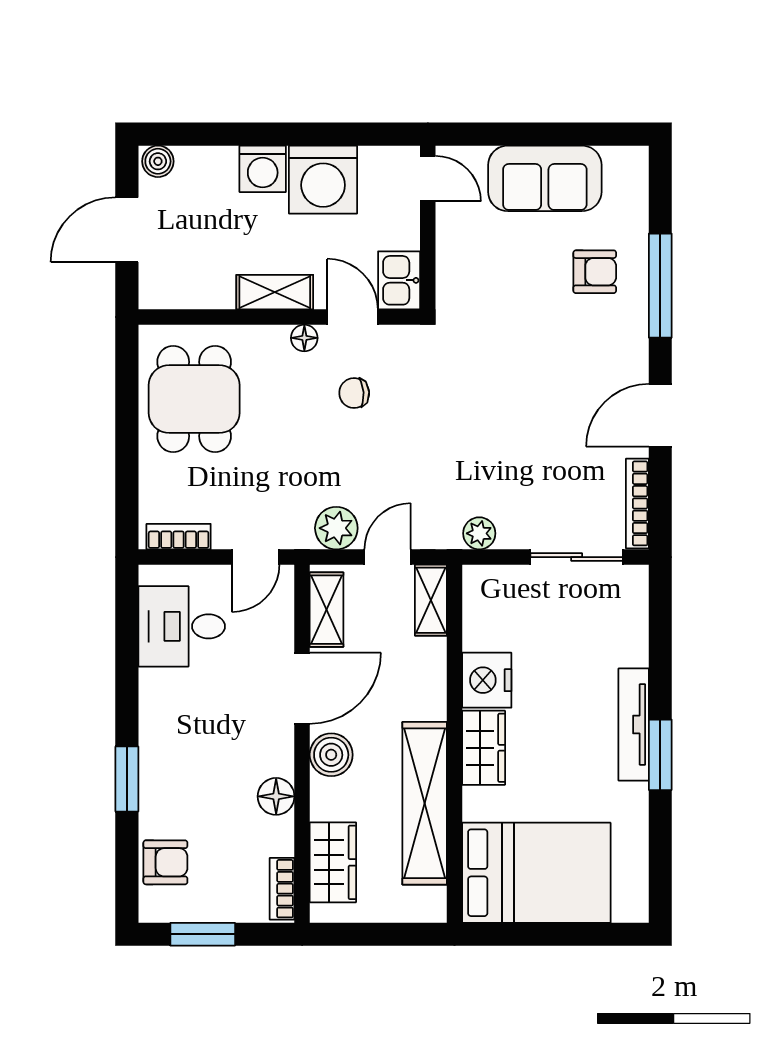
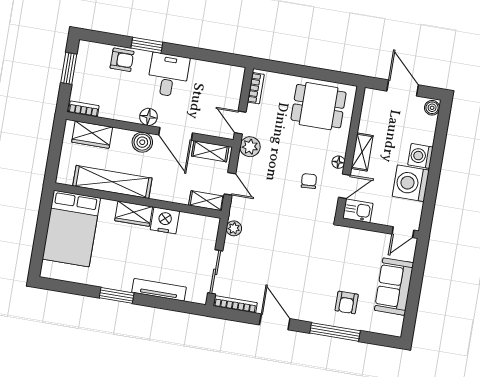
plant: (336, 528) -> (250, 147), moved
desk: (182, 626) -> (168, 75), moved
tv unit: (634, 725) -> (159, 290), moved
floor lamp: (276, 796) -> (148, 117), moved
armchair: (165, 862) -> (122, 60), moved, turned -90

